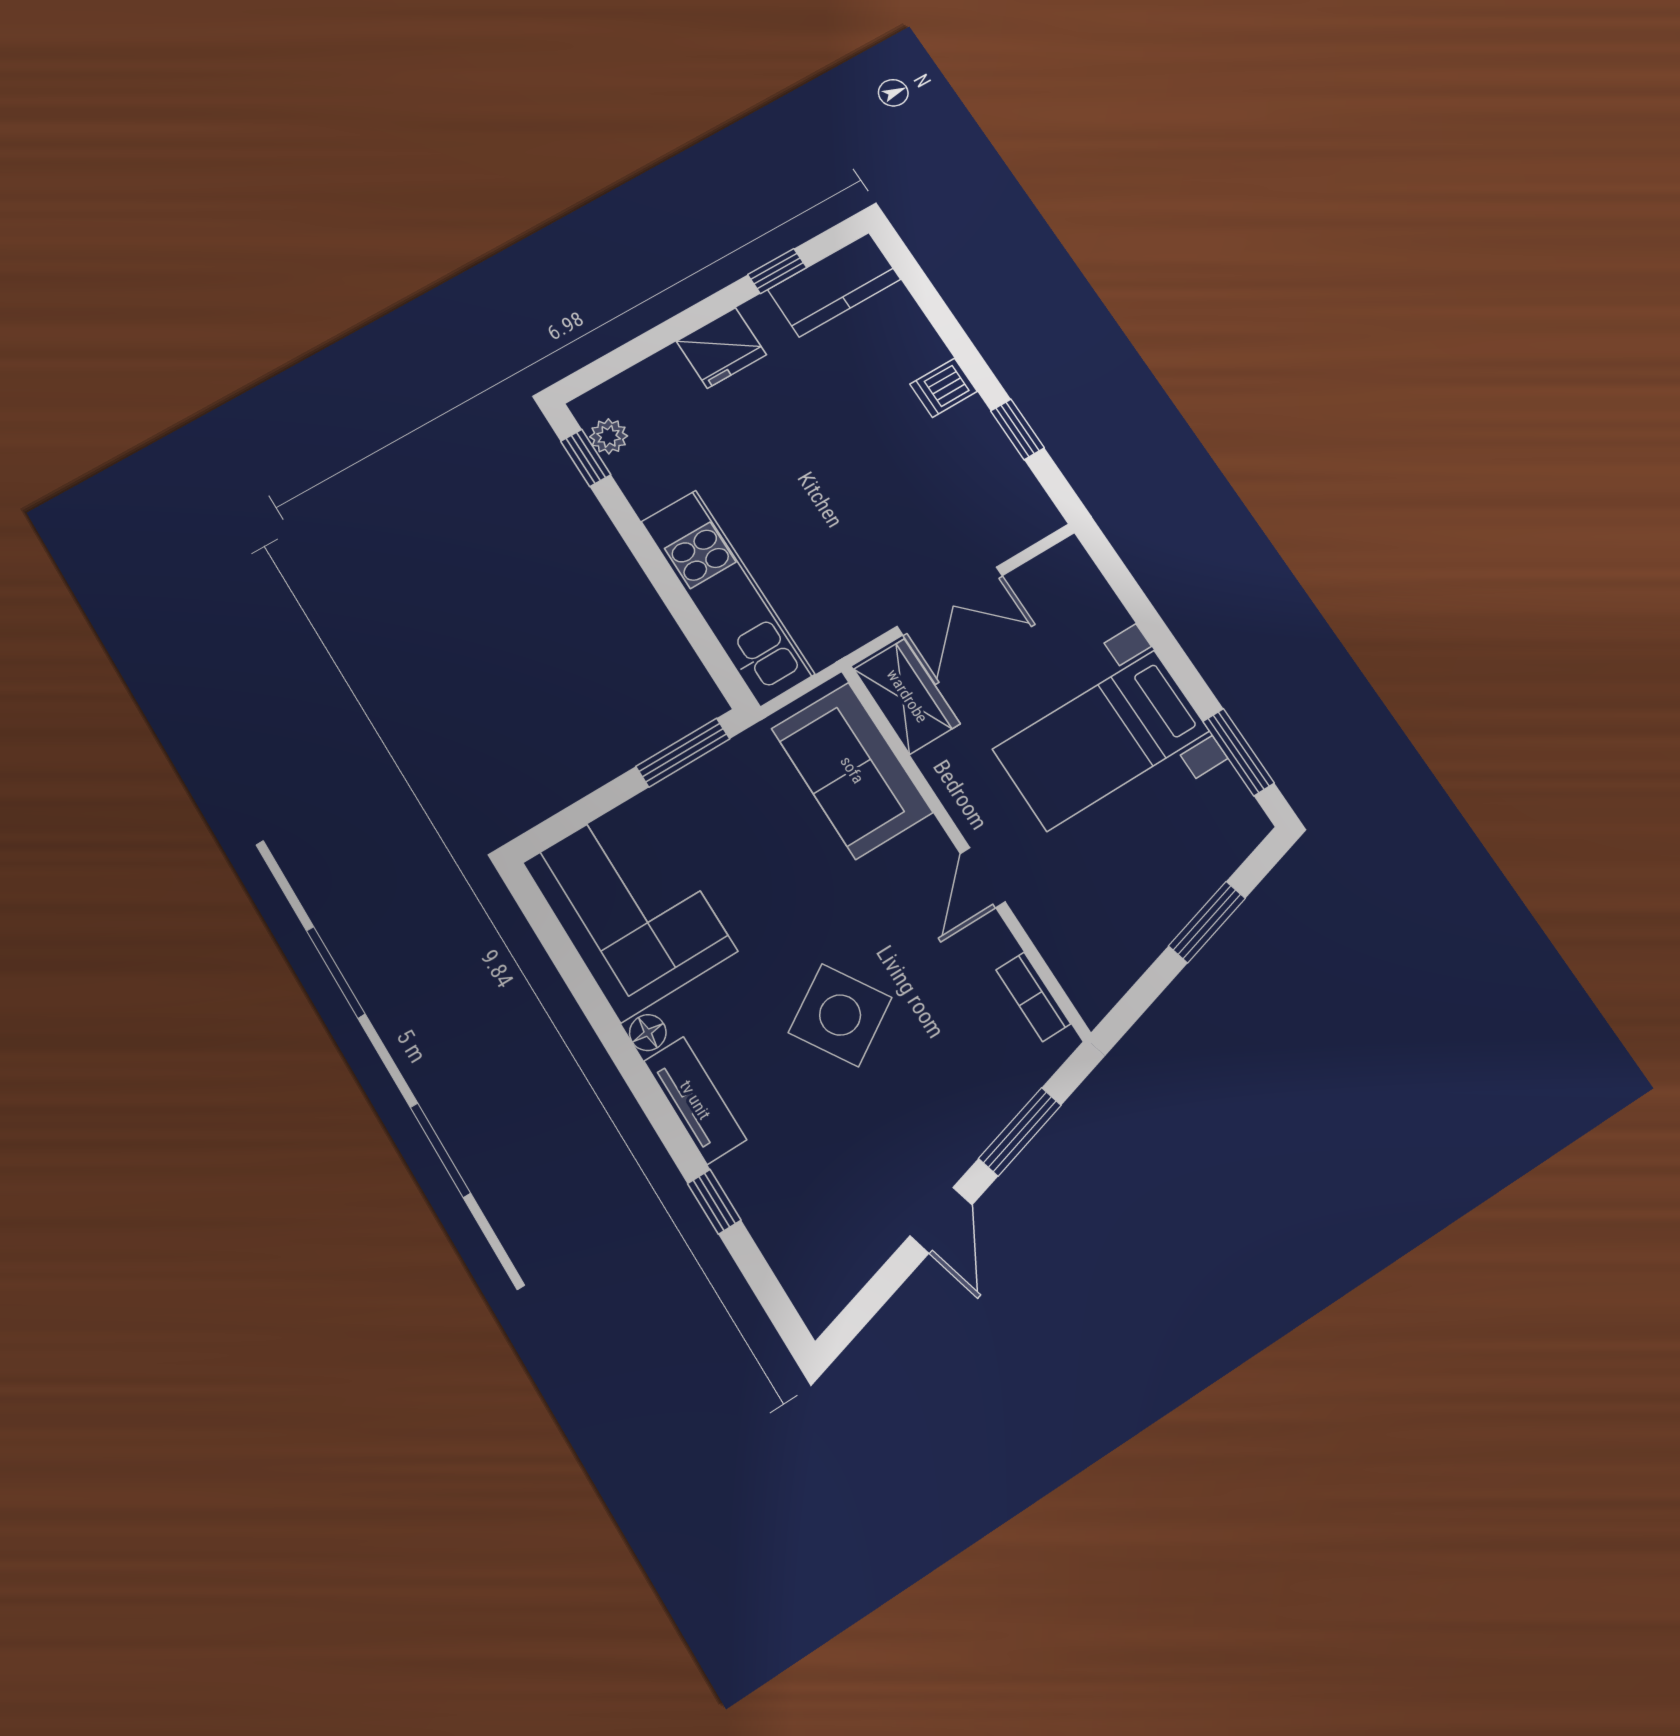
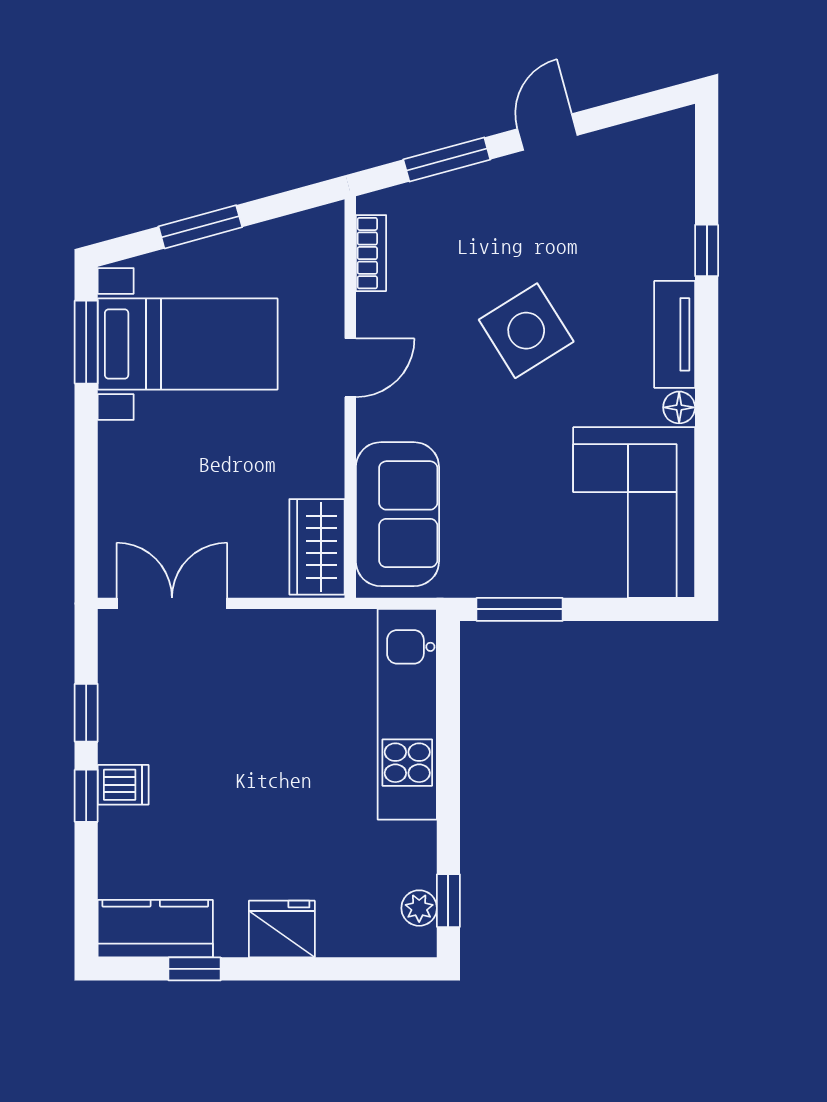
window: (970, 360) -> (86, 796), added
double door: (950, 601) -> (172, 603), moved
bed with nightstands: (1101, 740) -> (188, 344), moved

